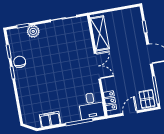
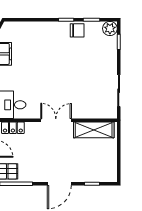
plant: (33, 31) -> (110, 29), moved
double door: (97, 66) -> (56, 120), swing flipped

